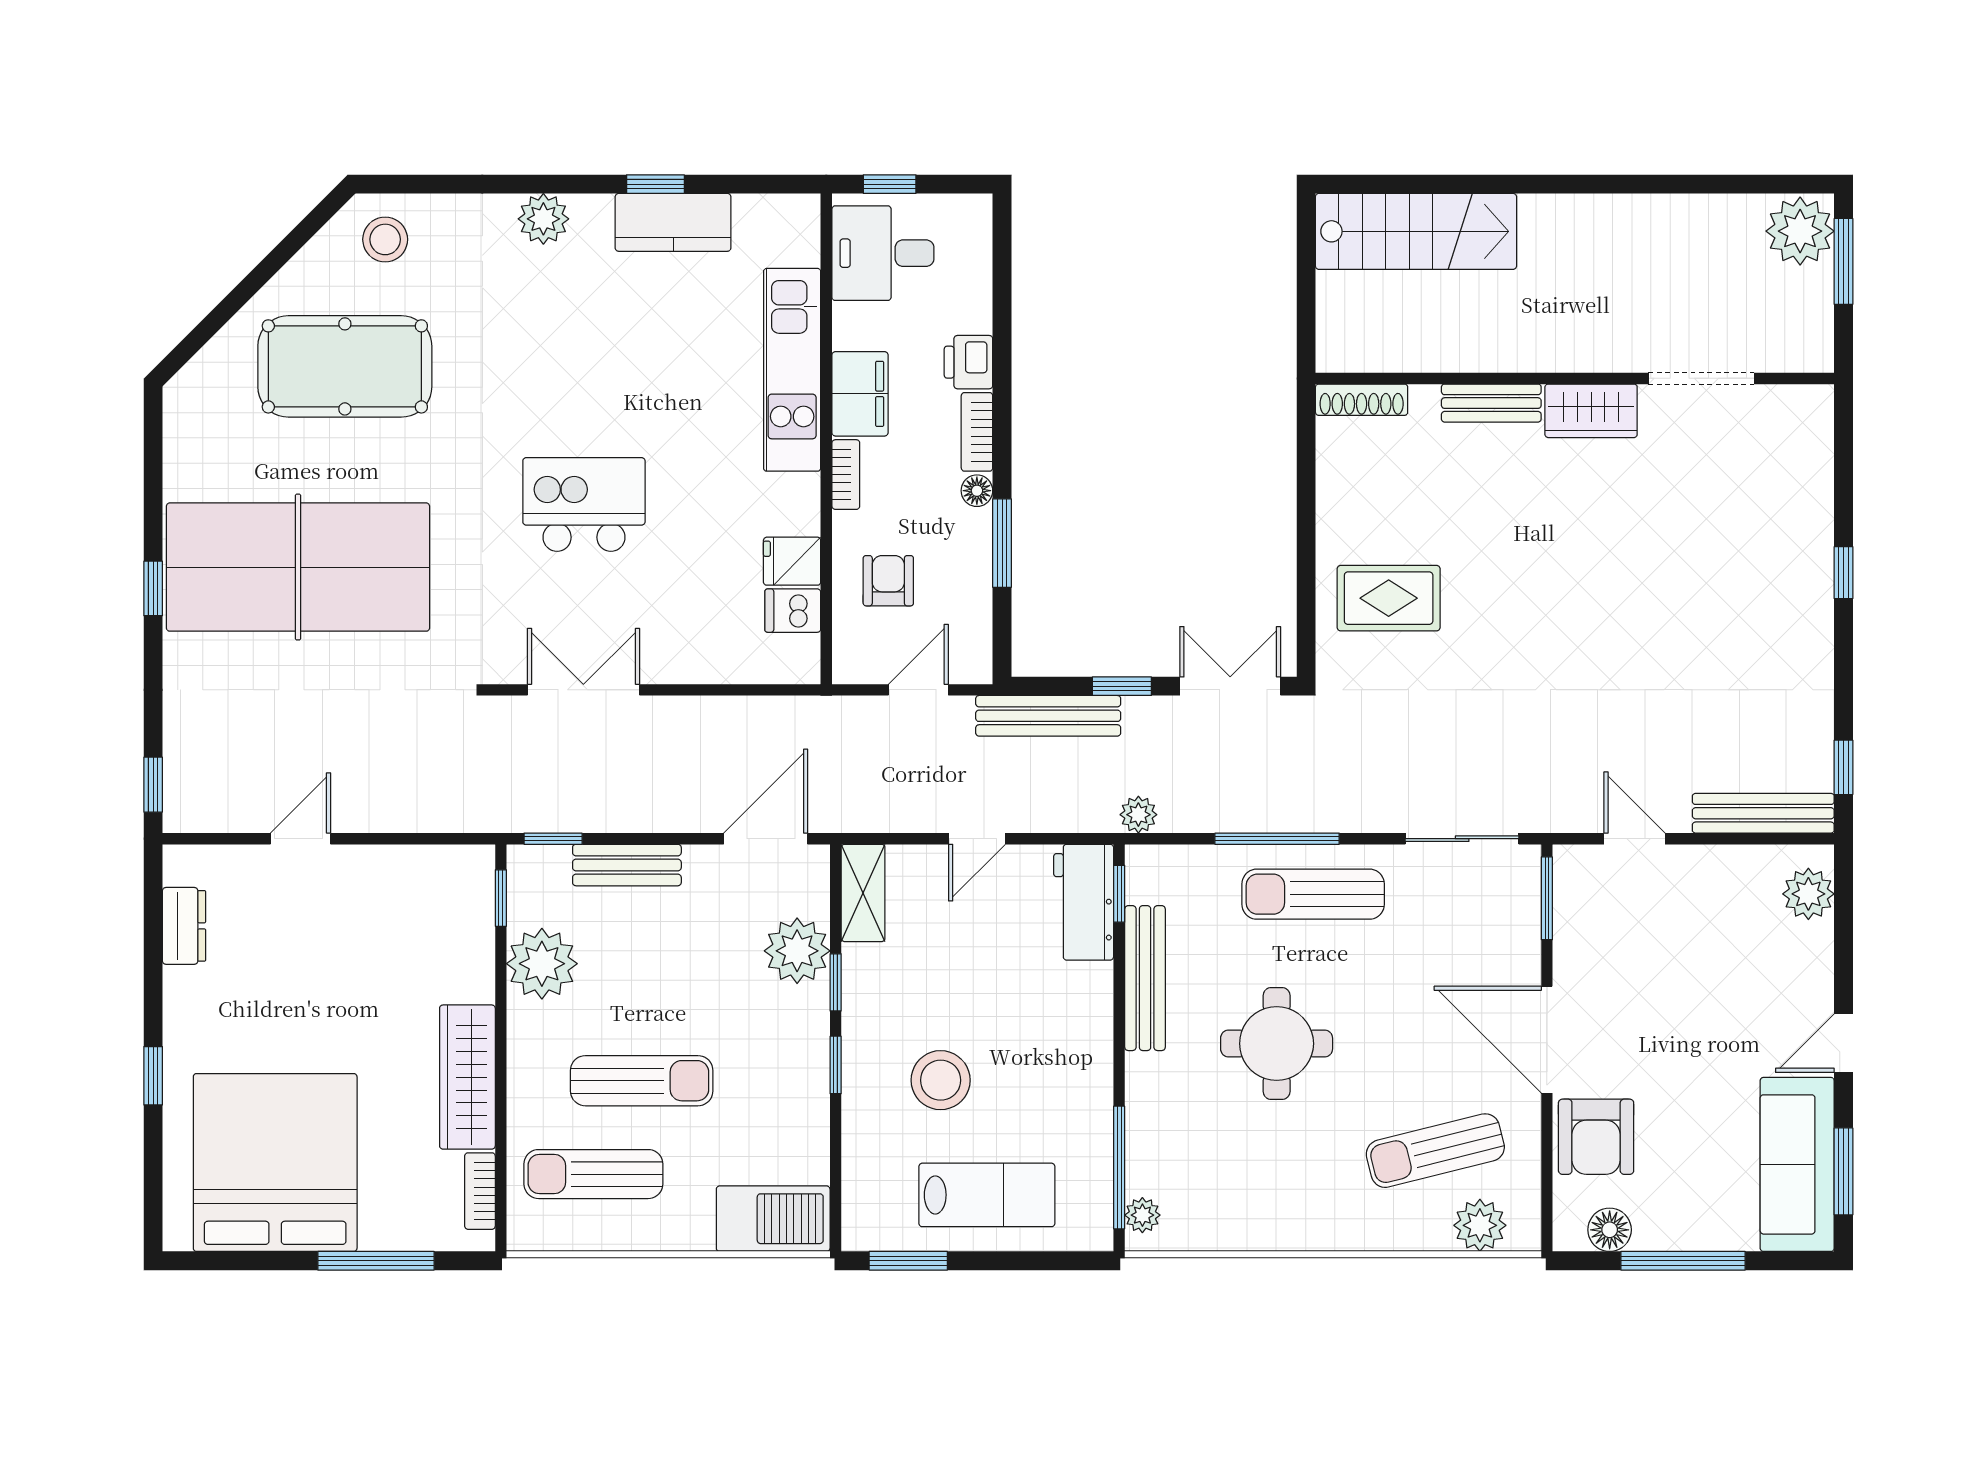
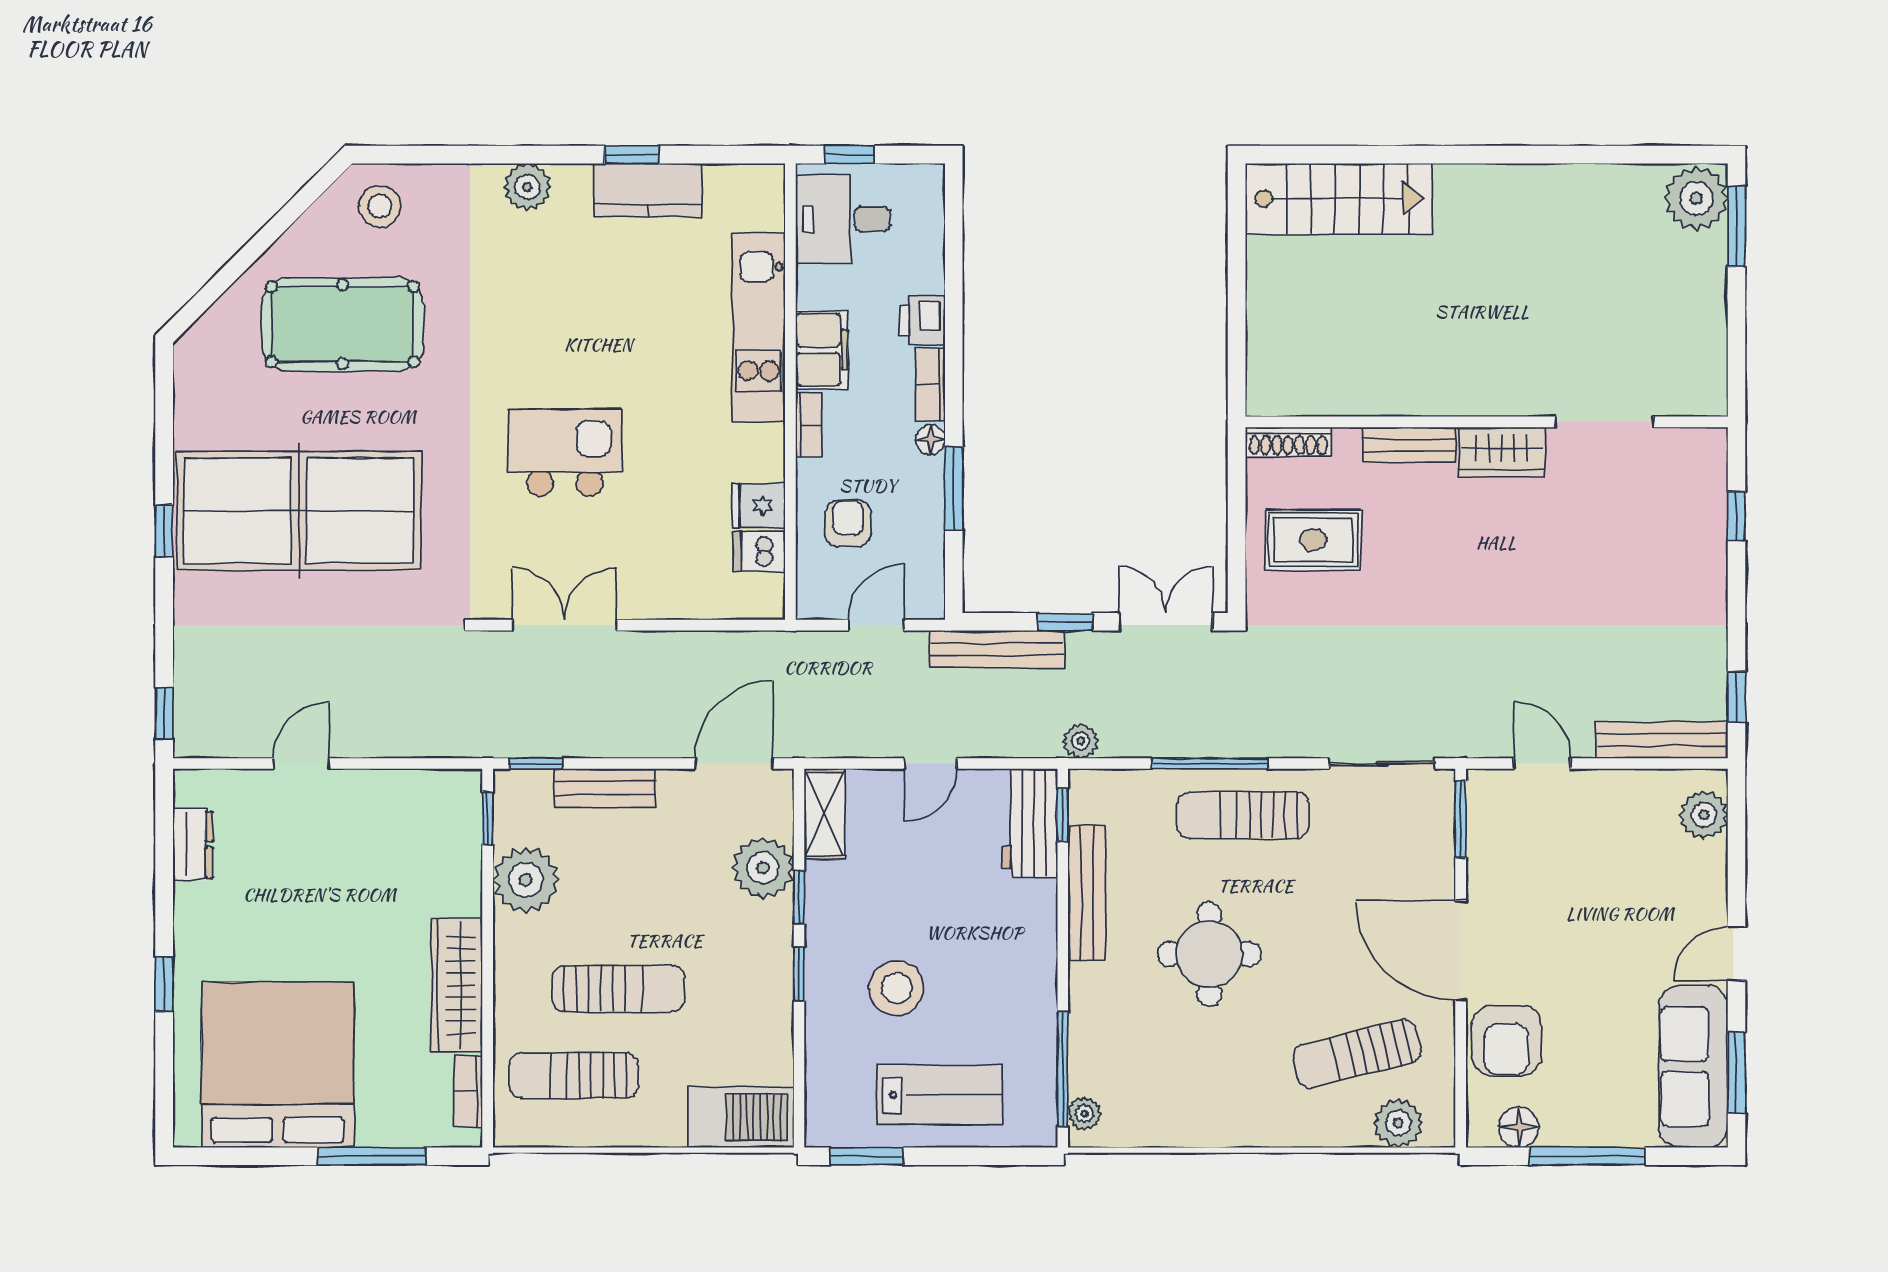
wall: (1575, 378) -> (1487, 422), moved
doorway: (1701, 378) -> (1604, 422), moved
shoe rack: (1362, 400) -> (1288, 442), moved
bench: (1491, 403) -> (1409, 445), moved
wardrobe: (1591, 411) -> (1502, 452), moved

